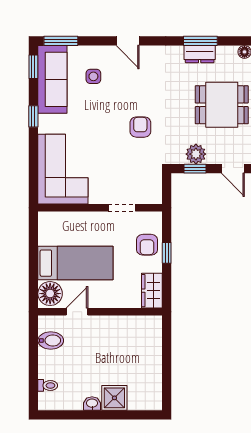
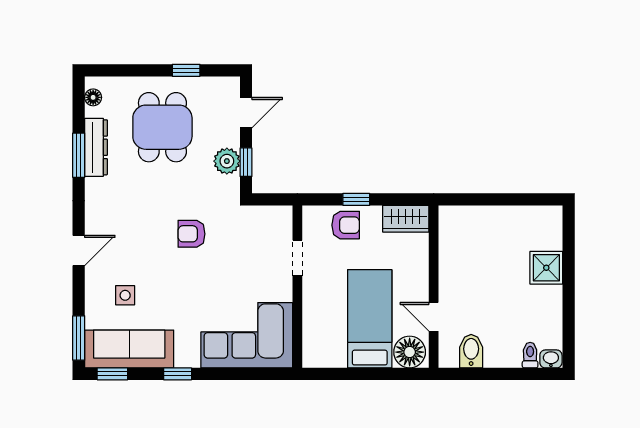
dresser: (200, 54) -> (96, 147), width x1.44
washbasin: (92, 404) -> (551, 359), moved, turned 90

